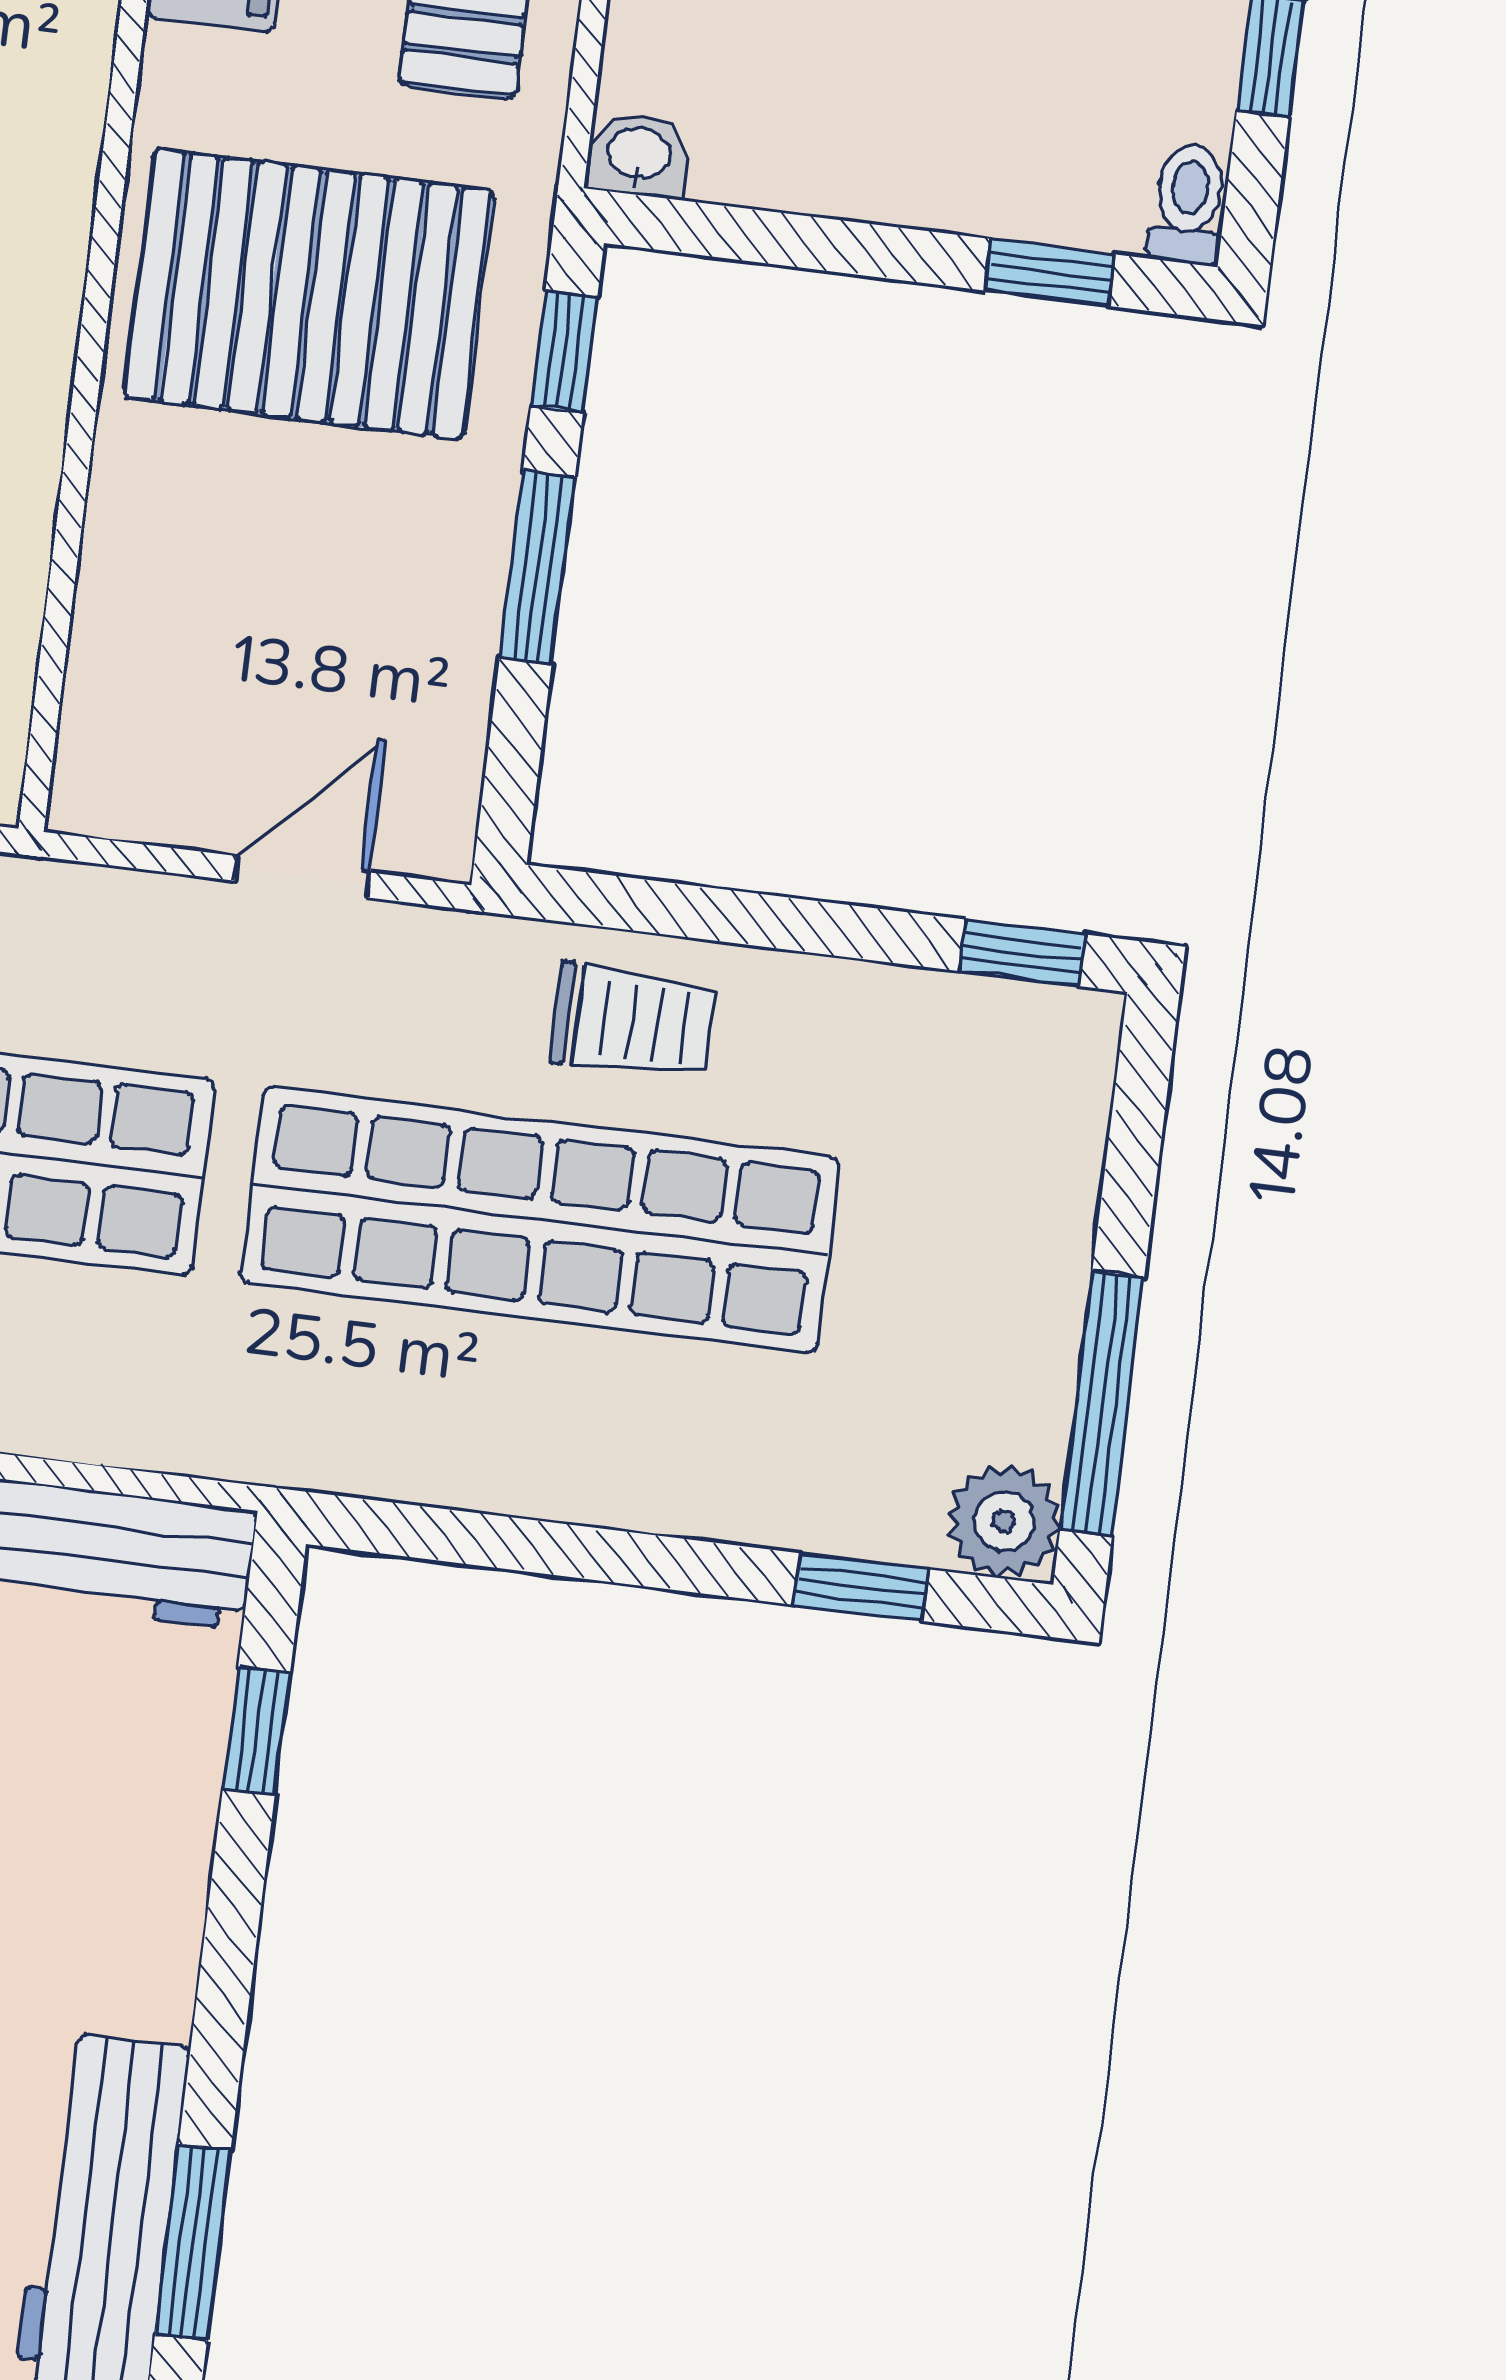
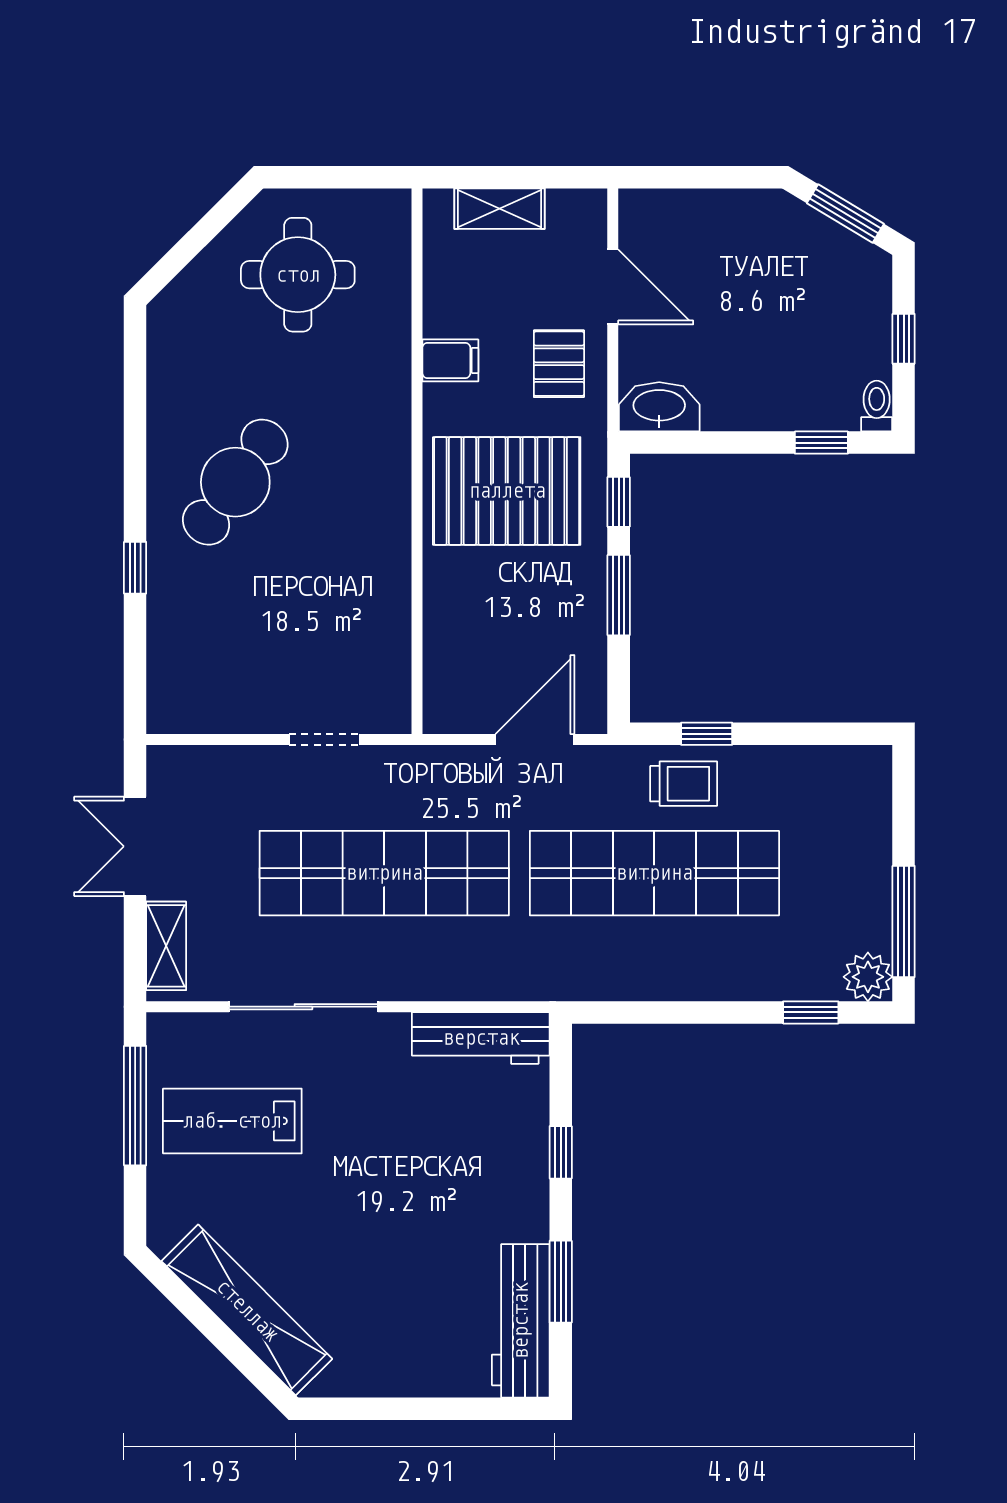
washbasin: (639, 155) -> (659, 407), width x1.91, depth x1.45
door: (302, 877) -> (535, 740), width x1.38
window: (1022, 953) -> (707, 734), moved
window: (257, 1730) -> (561, 1152), moved
window: (193, 2242) -> (561, 1282), moved

